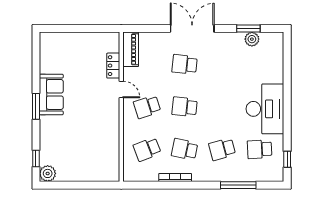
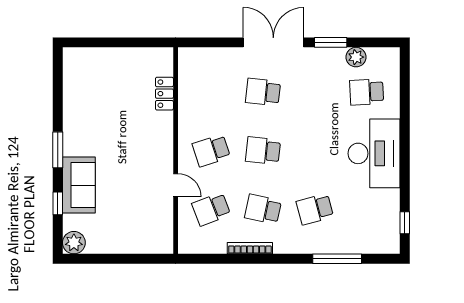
window: (248, 29) -> (331, 42), moved
piano: (131, 49) -> (189, 71), removed
door: (121, 89) -> (176, 185), moved
sofa: (51, 94) -> (79, 185), moved
school desk: (260, 149) -> (367, 92), moved
window: (36, 159) -> (58, 203), moved

